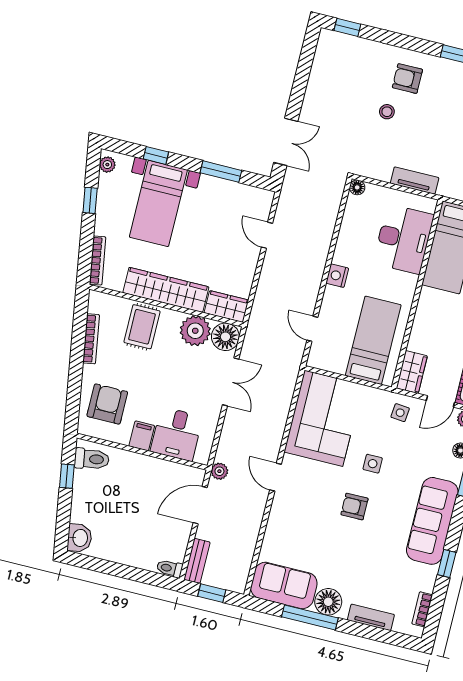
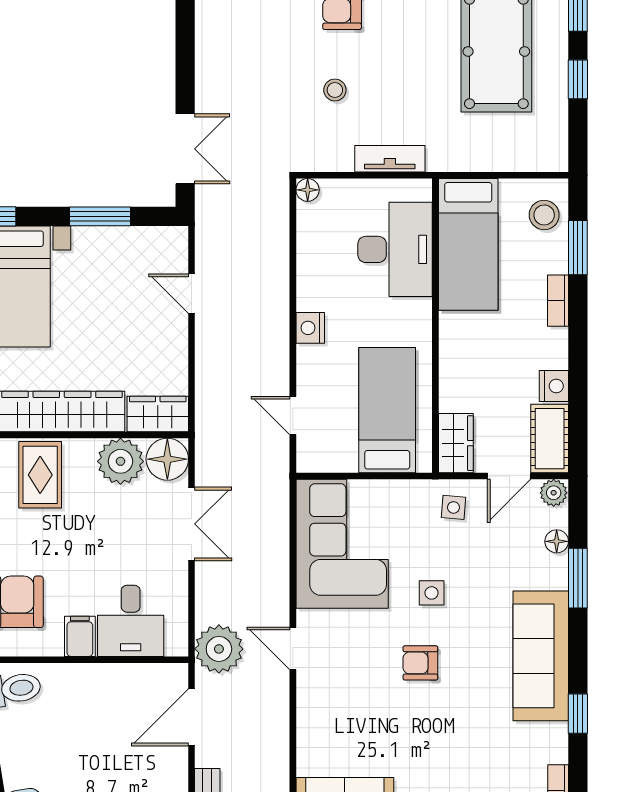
stool: (387, 112) -> (335, 90), moved
plant: (219, 471) -> (219, 649), width x1.87, depth x1.87

